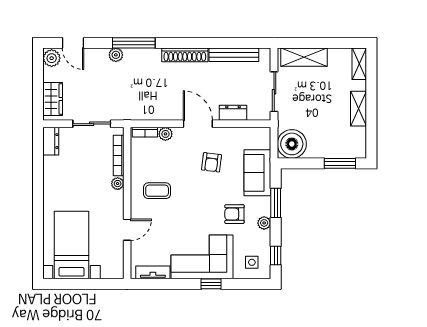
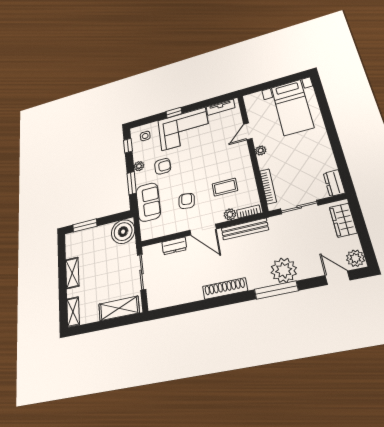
plant: (116, 55) -> (284, 270), width x1.88, depth x1.88
bench: (234, 55) -> (245, 229), moved
plant: (118, 184) -> (261, 150), moved
coffee table: (157, 191) -> (225, 187), moved

